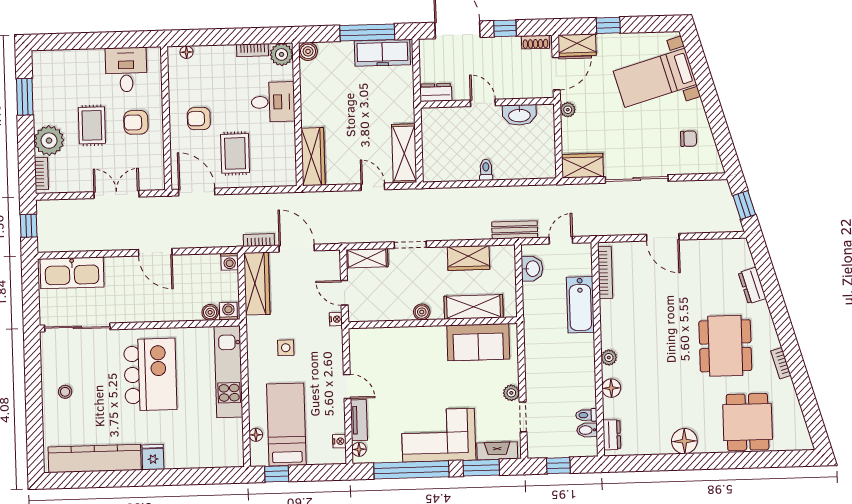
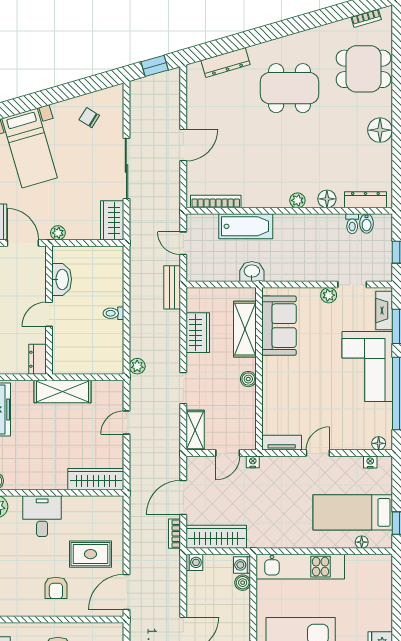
chair: (688, 139) -> (89, 118), turned -58
shelving: (404, 153) -> (63, 391), moved
plant: (432, 196) -> (137, 366), added
washbasin: (532, 269) -> (252, 272), moved
dresser: (752, 286) -> (226, 62), width x1.44
side table: (286, 348) -> (279, 511), removed
bookcase: (781, 363) -> (366, 18), moved
tv unit: (359, 420) -> (282, 443), moved
dresser: (612, 435) -> (365, 200), width x1.44

